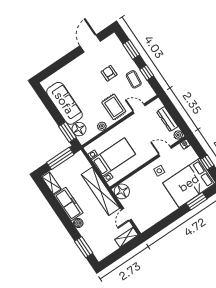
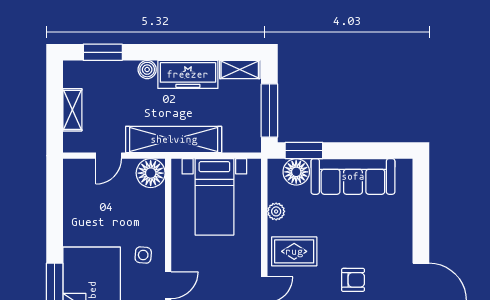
door: (126, 215) -> (109, 156), swing flipped
shelving: (127, 237) -> (72, 110), moved

